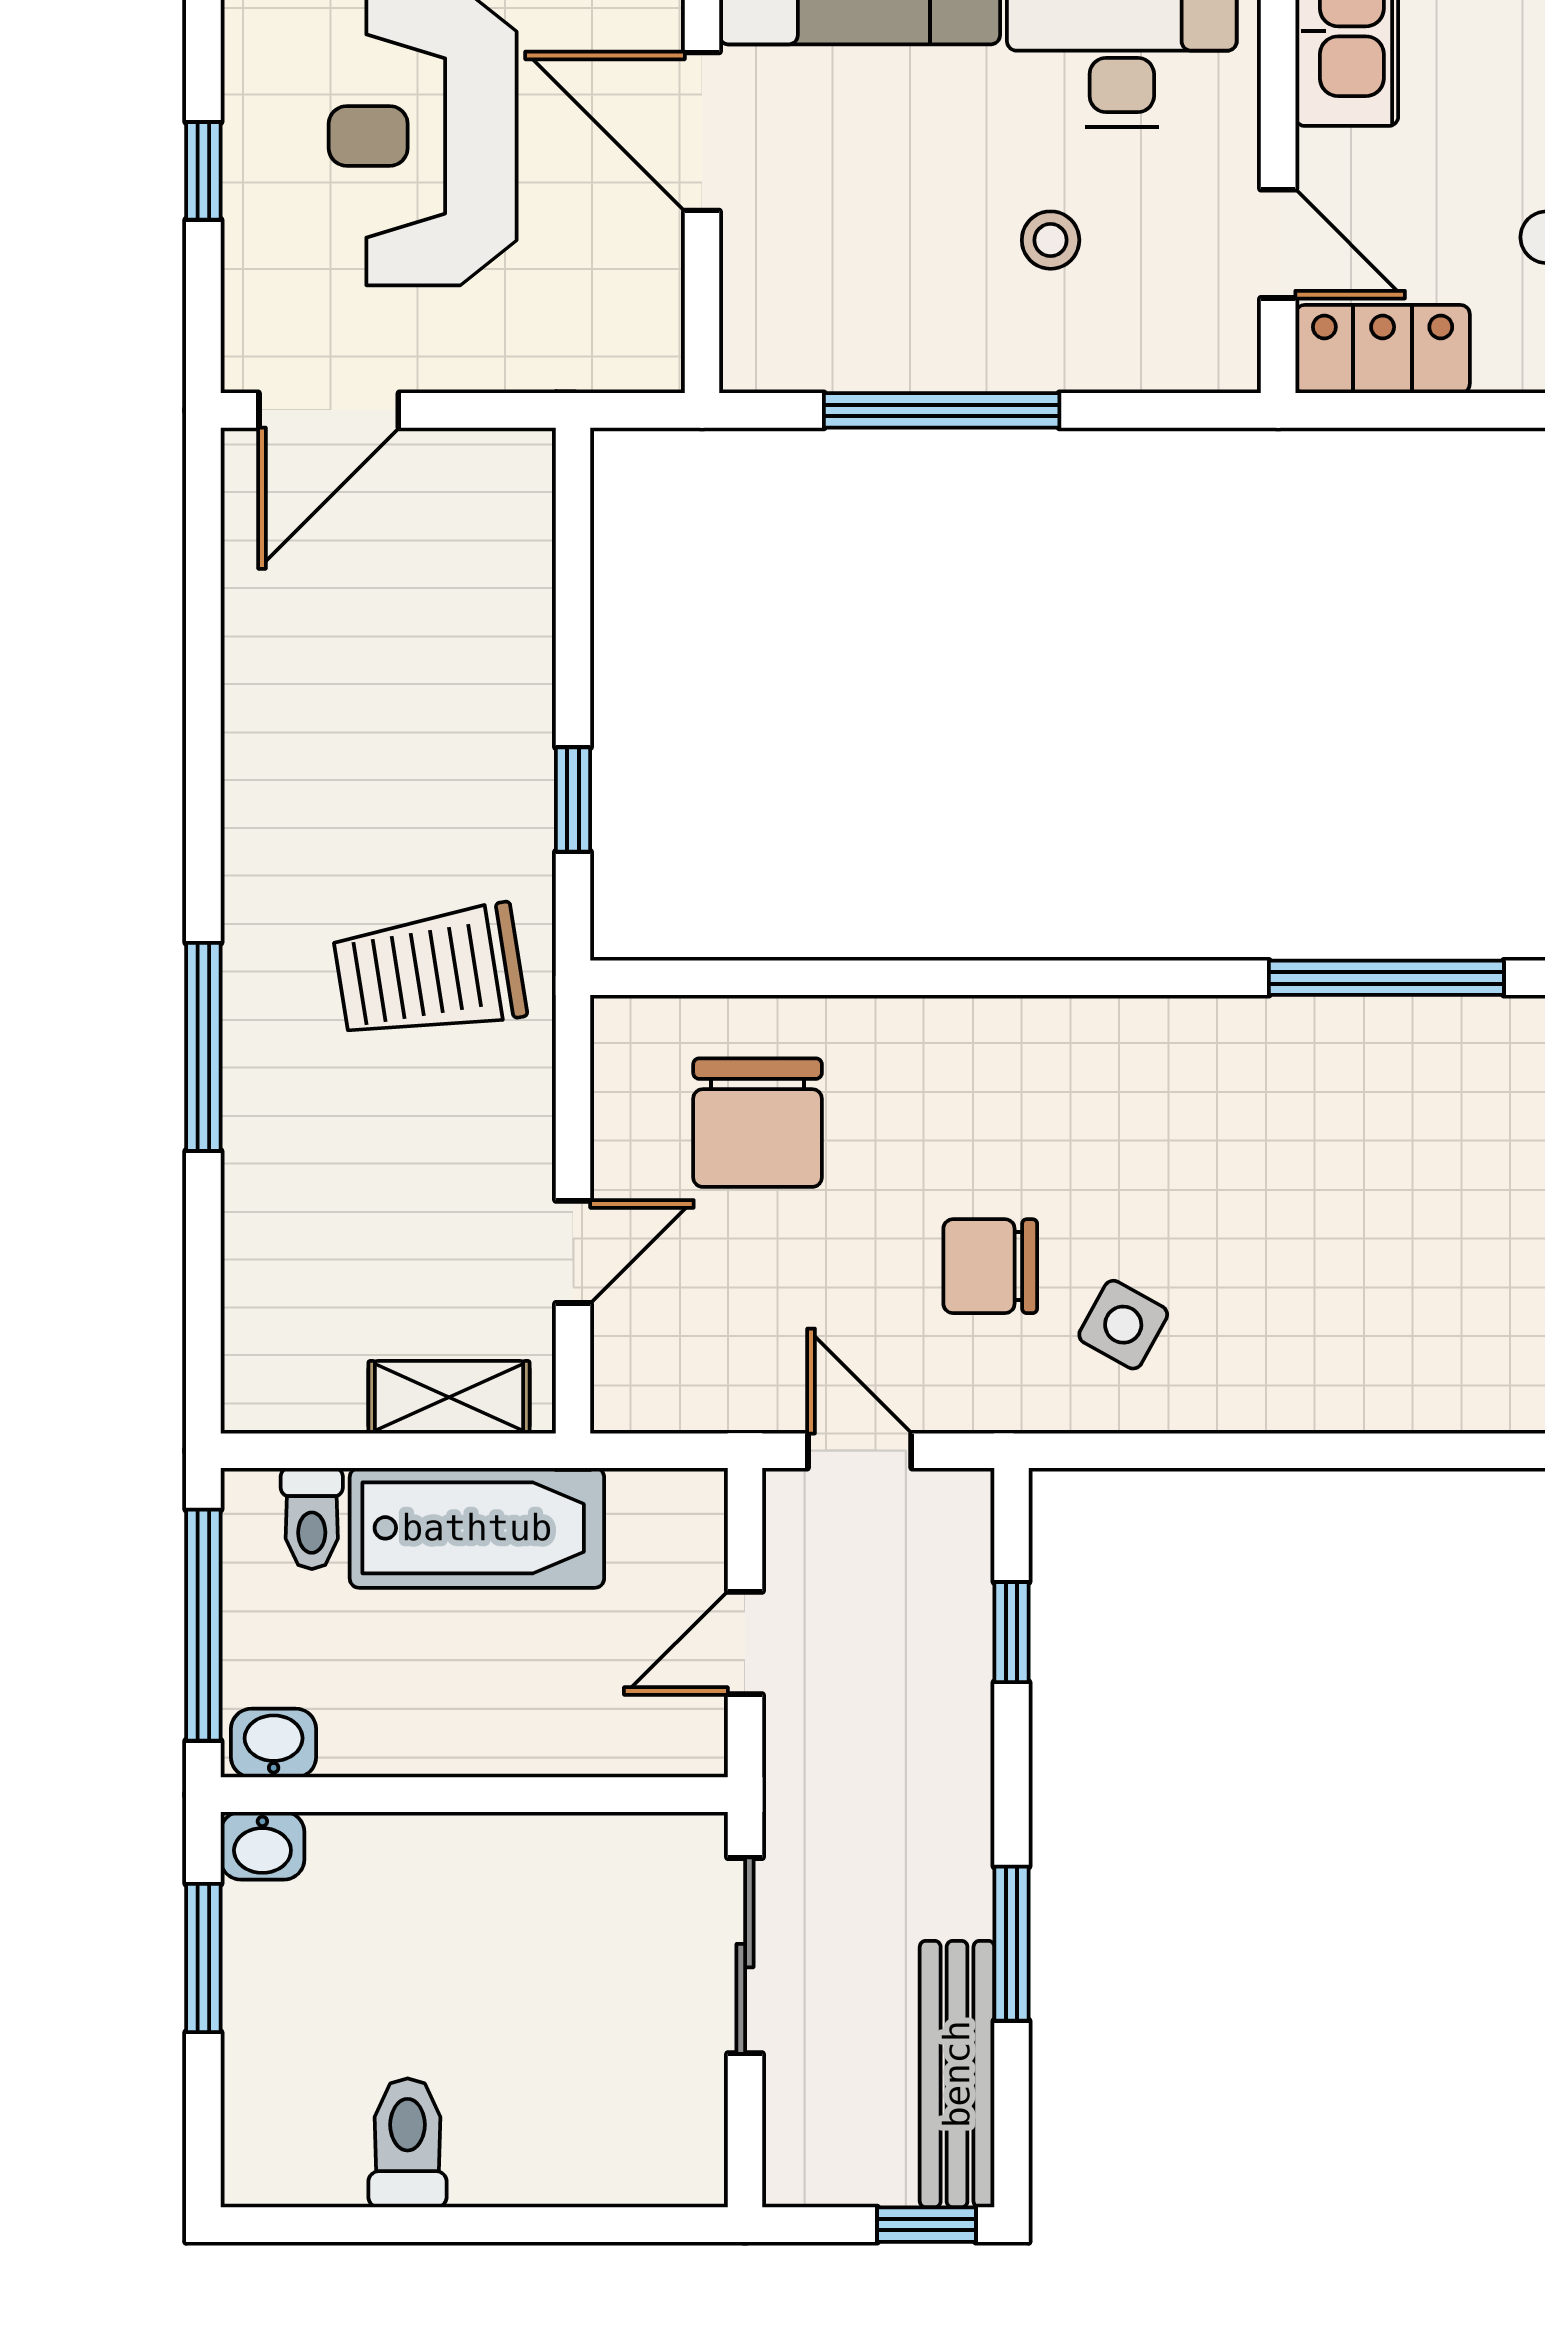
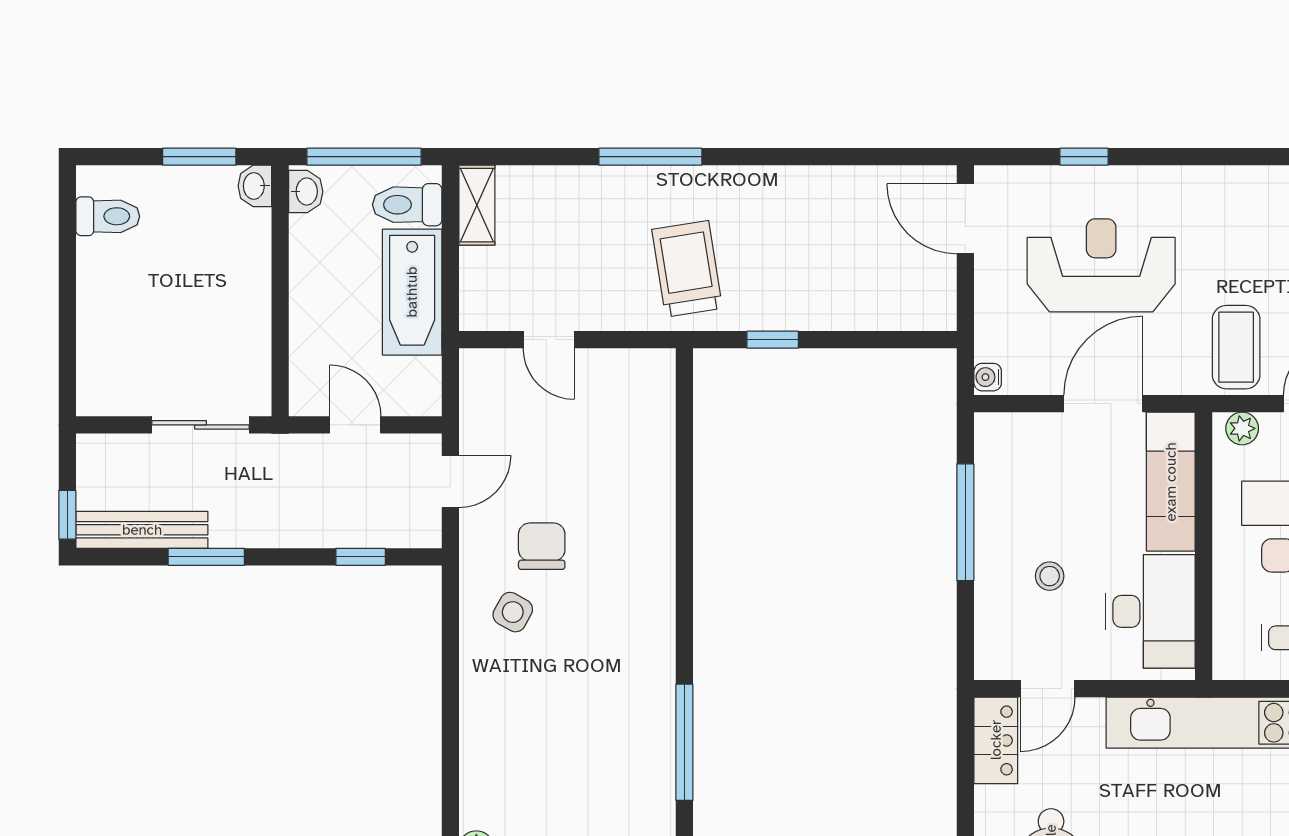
water cooler: (649, 365) -> (988, 377), added
chair: (758, 1123) -> (613, 431), removed
shelving: (449, 1397) -> (477, 205), moved
toilet: (312, 1518) -> (407, 205), width x1.37, depth x1.39
toilet: (408, 2143) -> (108, 216), moved

